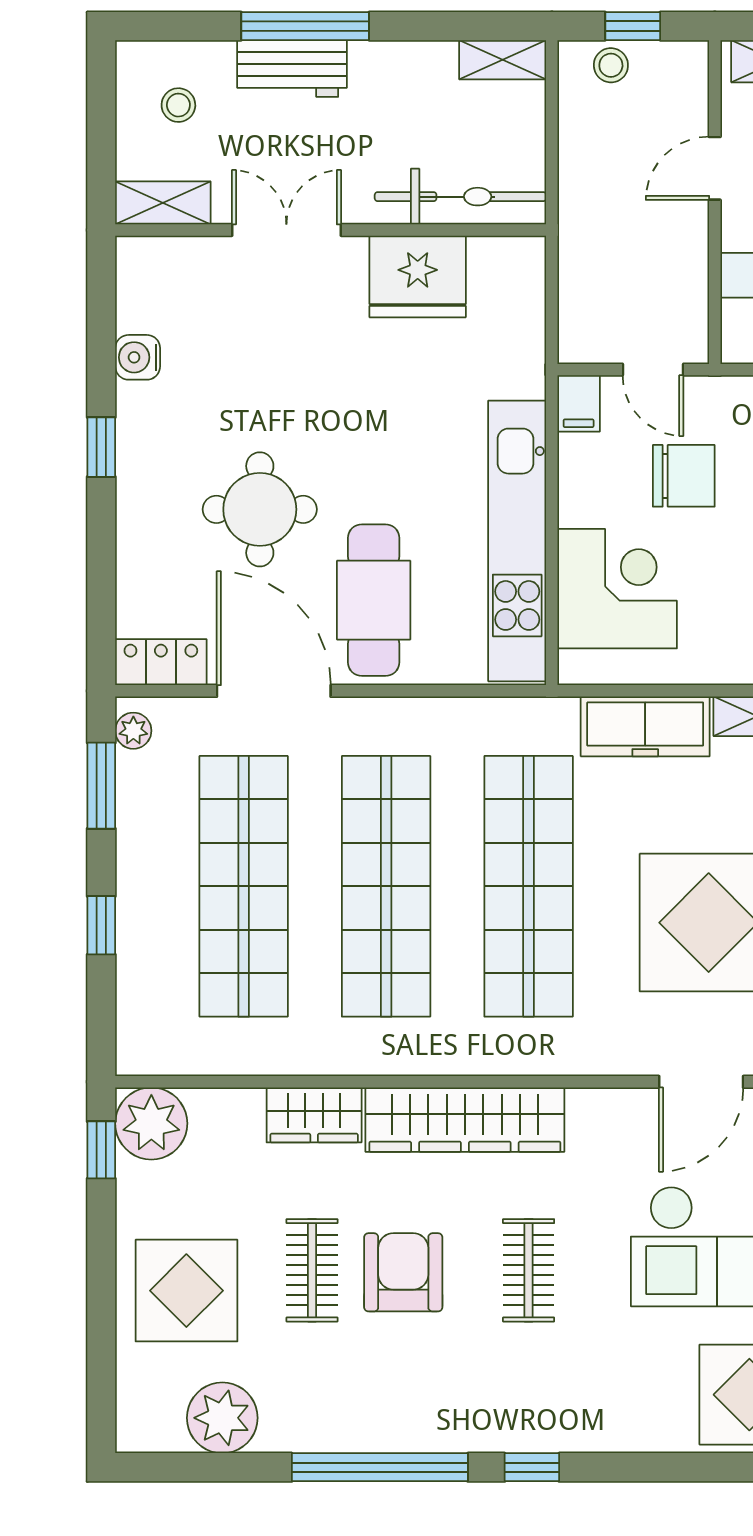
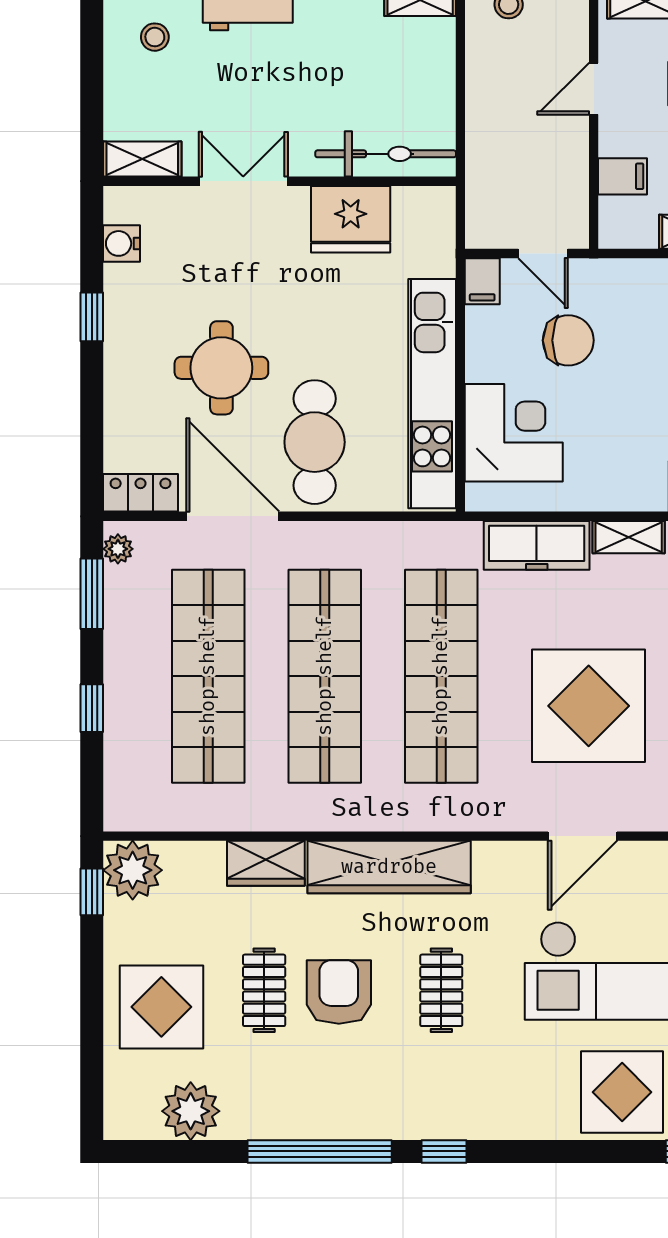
bicycle: (460, 197) -> (386, 154), moved
shelving: (163, 203) -> (142, 159), moved
double door: (286, 230) -> (243, 181), moved
wall: (331, 230) -> (279, 181), moved
fridge: (418, 276) -> (351, 219), moved

